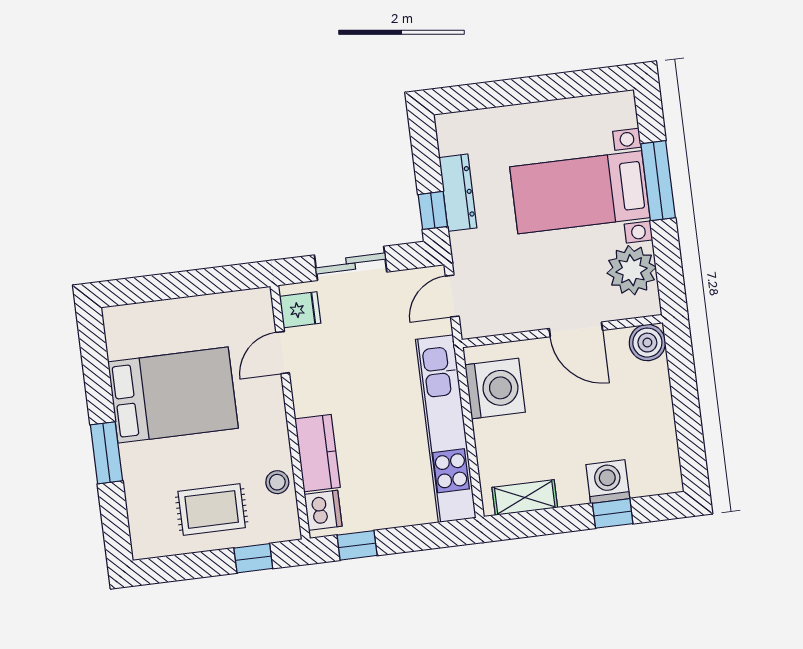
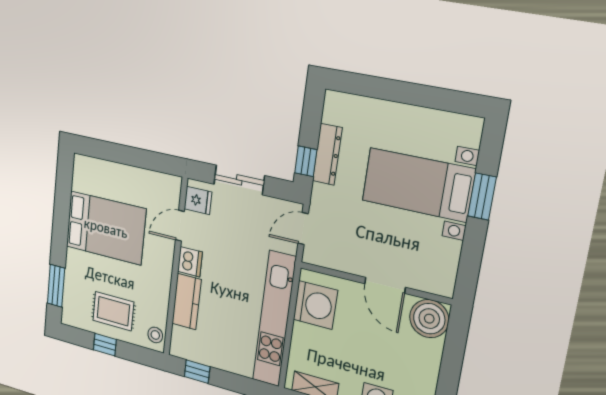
window: (658, 181) -> (482, 197), width x0.69
plant: (632, 270) -> (440, 257), removed
boiler: (647, 343) -> (429, 319), width x1.37, depth x1.37
window: (106, 453) -> (56, 286), moved
stool: (277, 482) -> (155, 335), moved
dishwasher: (323, 510) -> (190, 262), moved
window: (253, 558) -> (105, 345), moved

